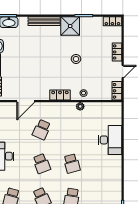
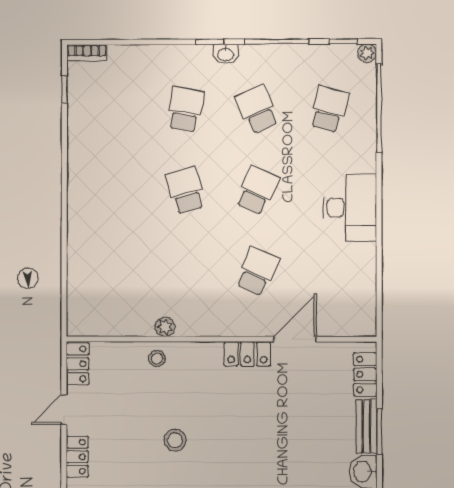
locker: (60, 95) -> (247, 354), moved
desk: (110, 140) -> (94, 247), removed
school desk: (42, 164) -> (257, 190), turned 45

